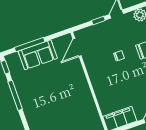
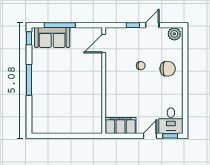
sofa: (38, 55) -> (52, 37), moved
window: (15, 95) -> (29, 80), moved

